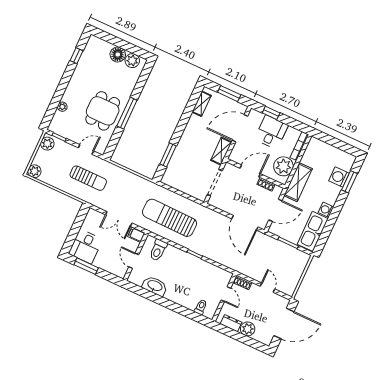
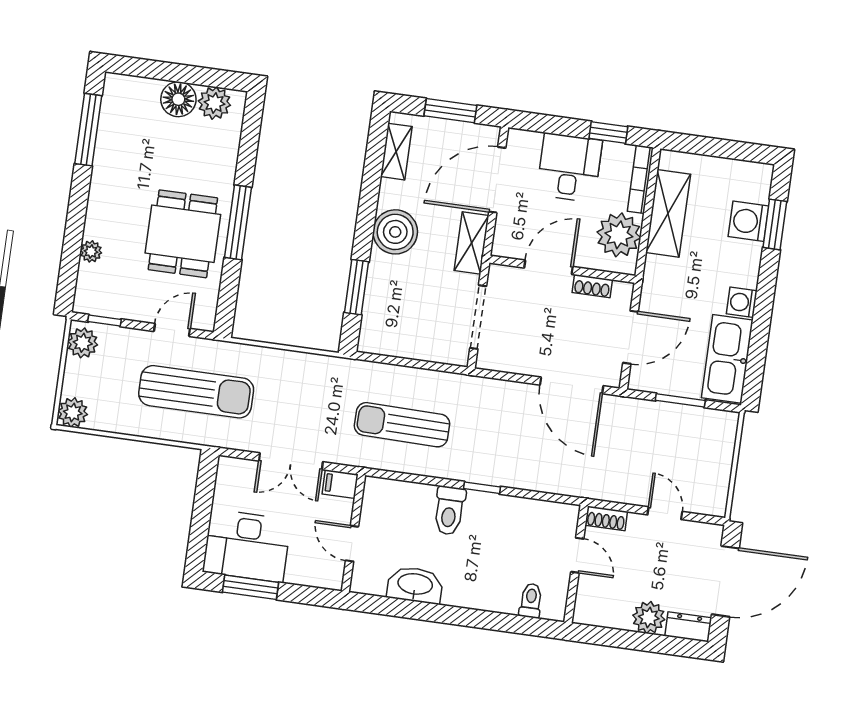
window: (77, 56) -> (88, 130), width x2.17
window: (271, 113) -> (608, 133), moved
boiler: (191, 137) -> (395, 232), added
sun lounger: (88, 178) -> (196, 392), width x1.36, depth x1.34
shelving: (298, 182) -> (668, 213), moved
sun lounger: (170, 218) -> (402, 425), width x0.73, depth x0.75
desk: (85, 247) -> (247, 546), width x1.37
toilet: (158, 250) -> (449, 511), moved
dresser: (231, 323) -> (688, 627), moved

